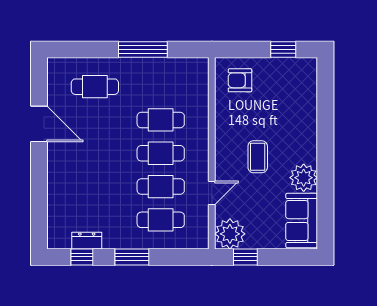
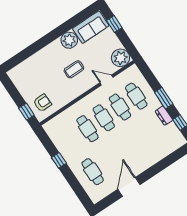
window: (143, 50) -> (59, 160), width x0.46
window: (283, 50) -> (26, 112), moved
armchair: (240, 80) -> (42, 103), turned -90
dresser: (87, 241) -> (164, 116), moved
window: (245, 257) -> (114, 24), moved

